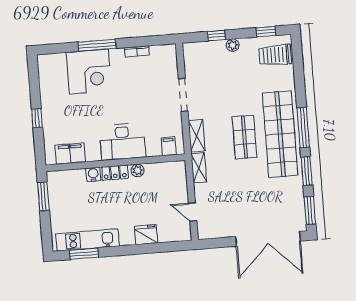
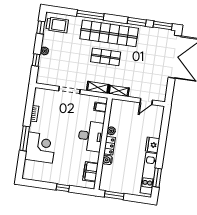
trolley: (275, 55) -> (57, 25), turned -90
window: (303, 128) -> (90, 15), moved
fridge: (146, 235) -> (153, 145), moved

